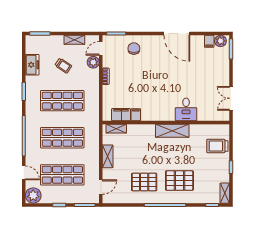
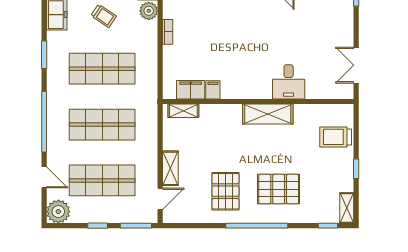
shelving: (108, 156) -> (170, 168), moved
pallet: (144, 182) -> (225, 191), turned 90

